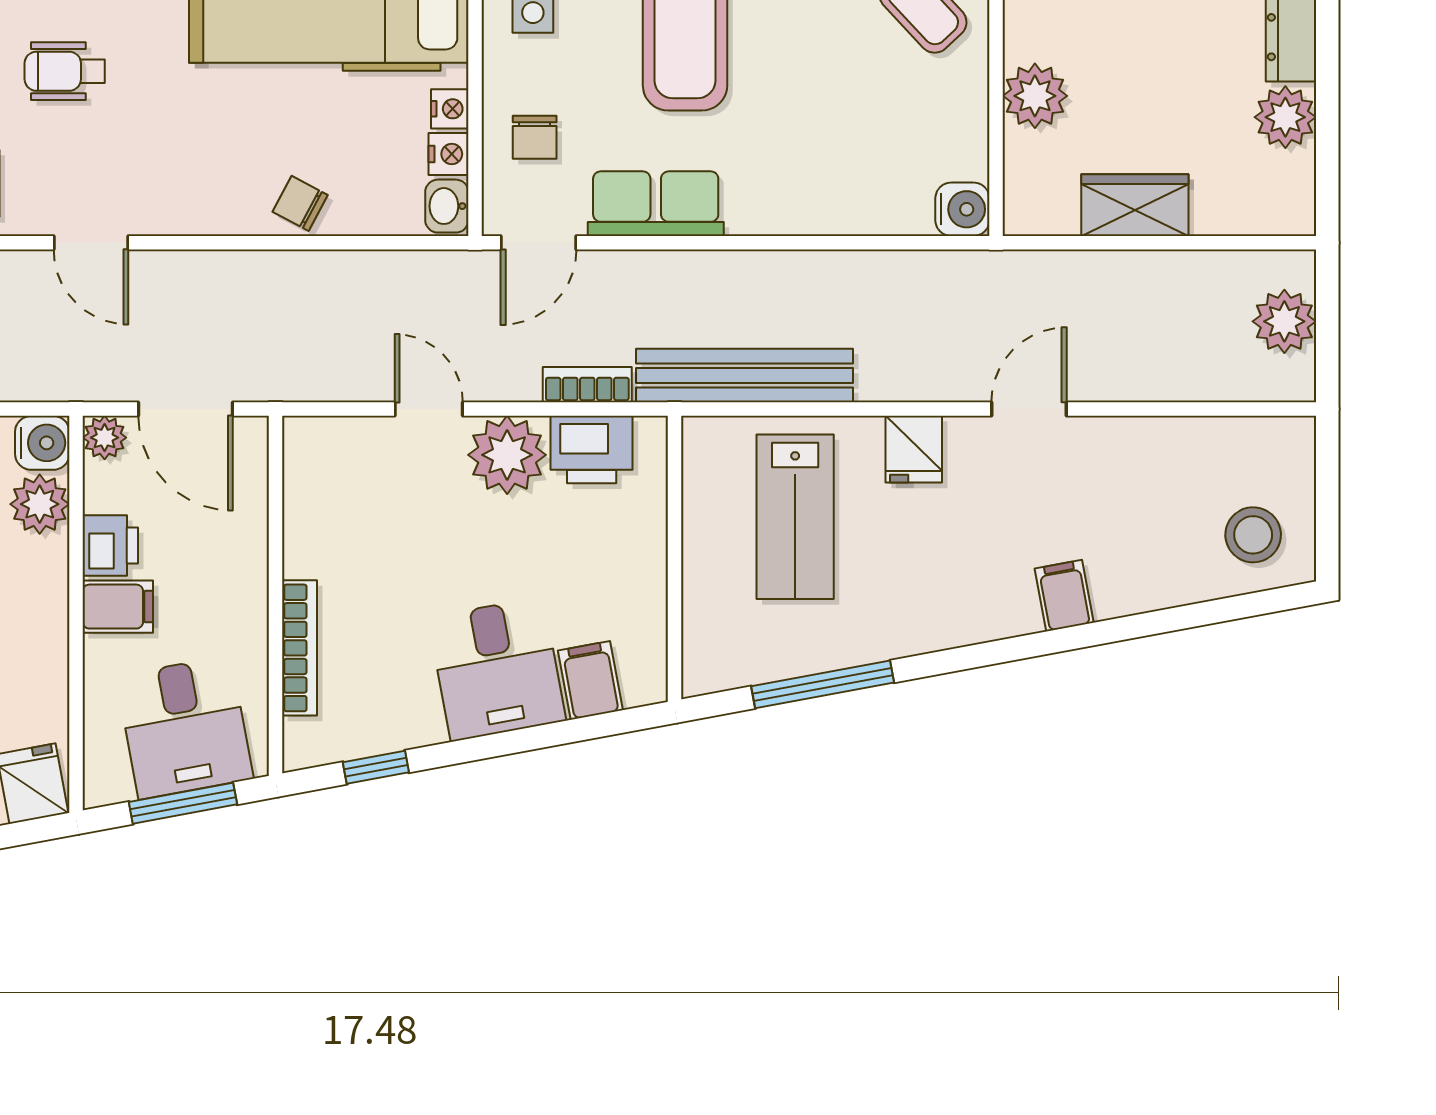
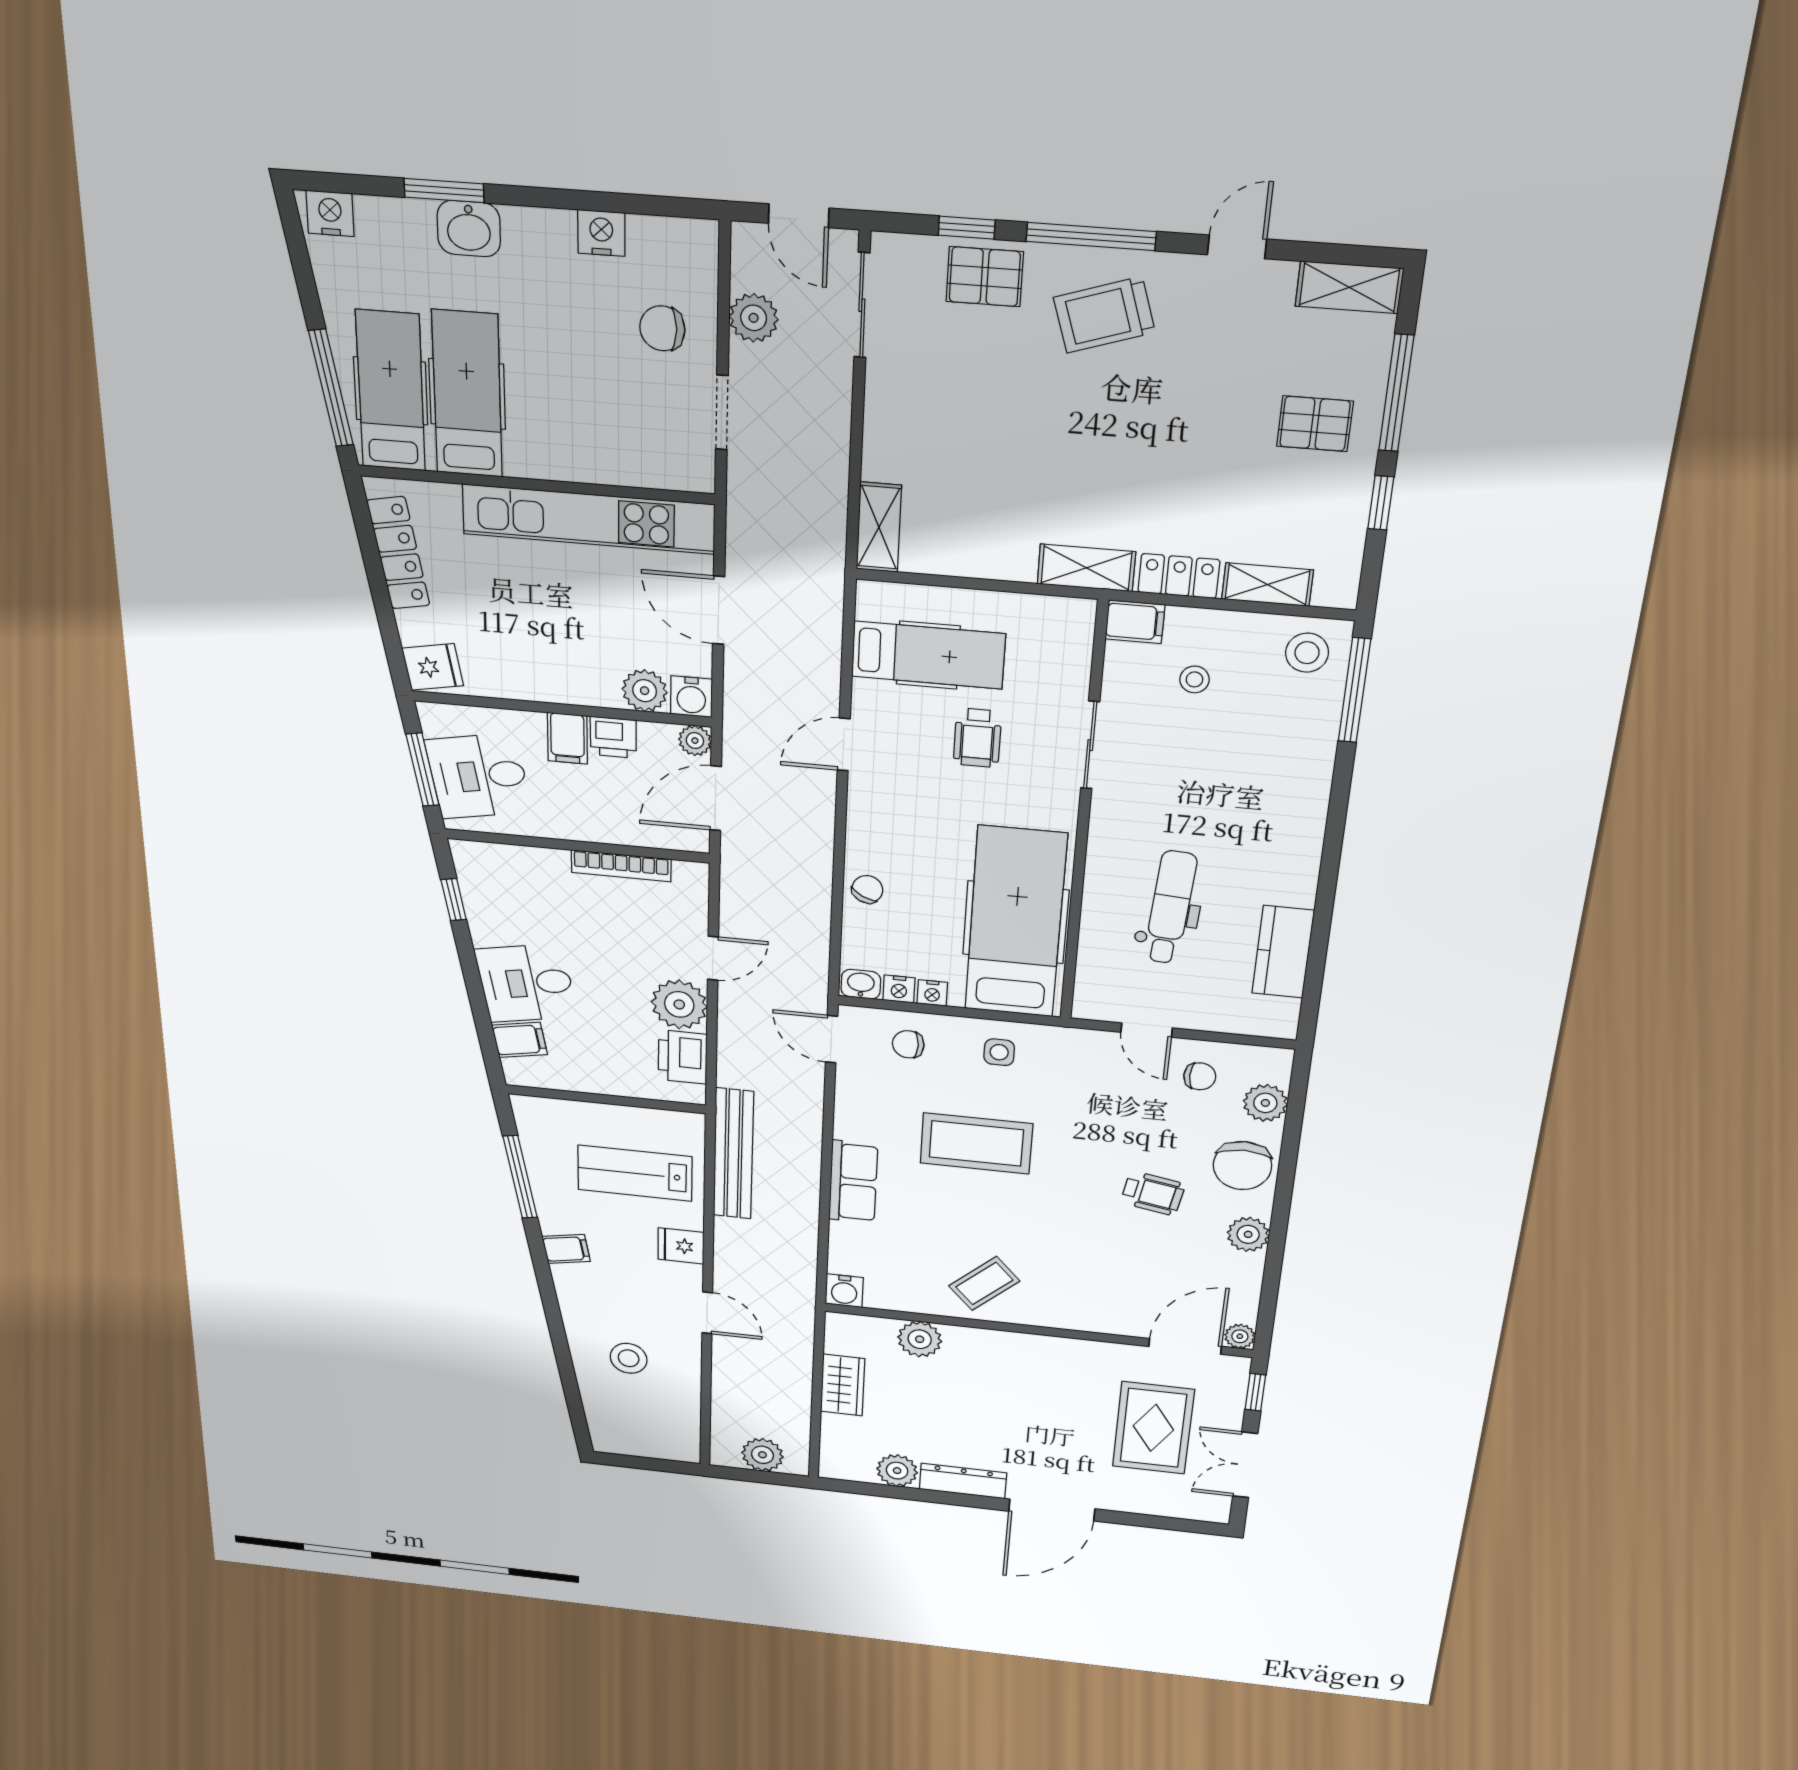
wheelchair: (65, 71) -> (977, 738), turned 180
row of seats: (656, 204) -> (853, 1182), moved
bookcase: (587, 385) -> (729, 1059), removed
stool: (1253, 535) -> (629, 1358), moved
filing cabinet: (1064, 596) -> (566, 1249), moved
bookcase: (300, 648) -> (621, 866), moved

